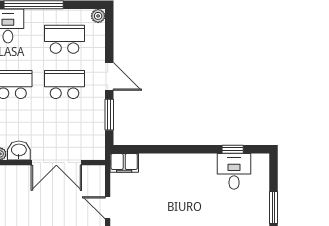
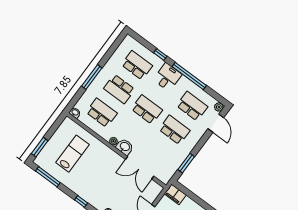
door: (109, 76) -> (216, 123), moved

